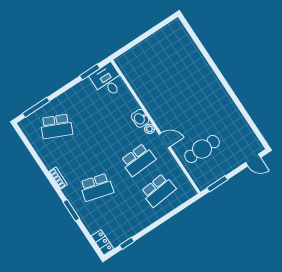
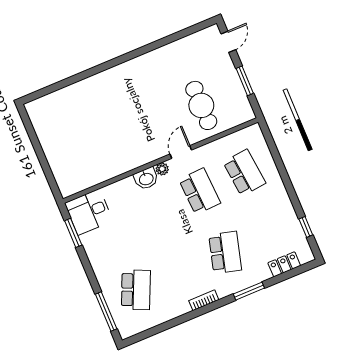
window: (217, 184) -> (245, 81), moved
locker: (102, 242) -> (284, 264), moved

